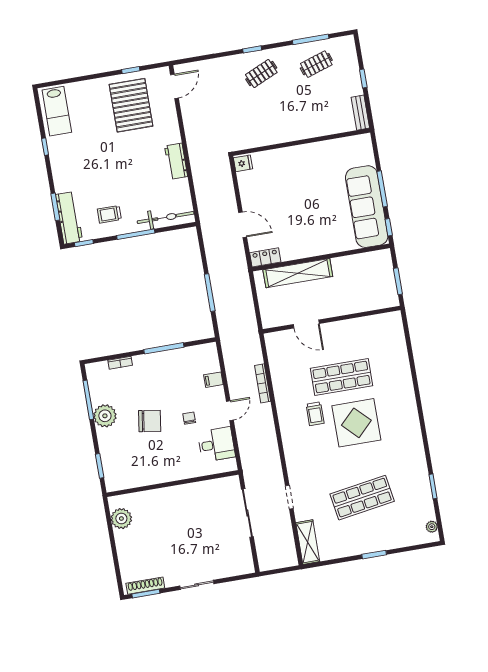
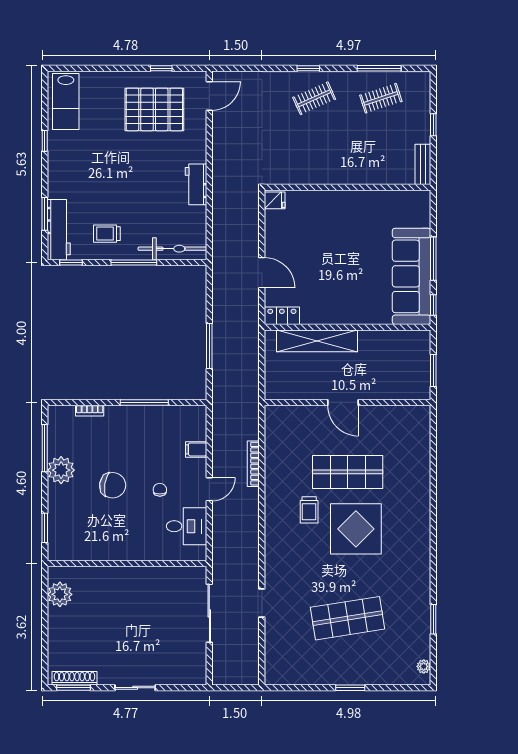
pallet: (131, 105) -> (154, 109), turned 90
door: (306, 324) -> (343, 402), moved
shelving: (308, 542) -> (275, 660), removed

